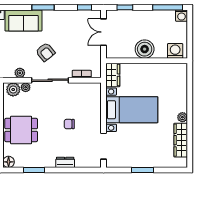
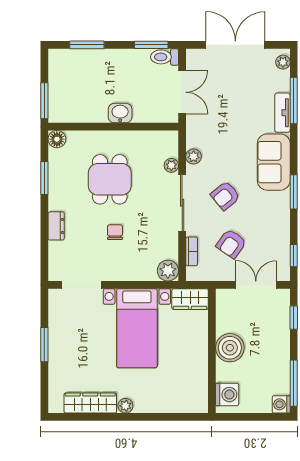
armchair: (77, 48) -> (231, 244), added
plant: (13, 90) -> (168, 271), moved
dining table: (21, 130) -> (110, 179), moved

